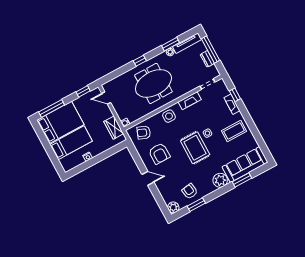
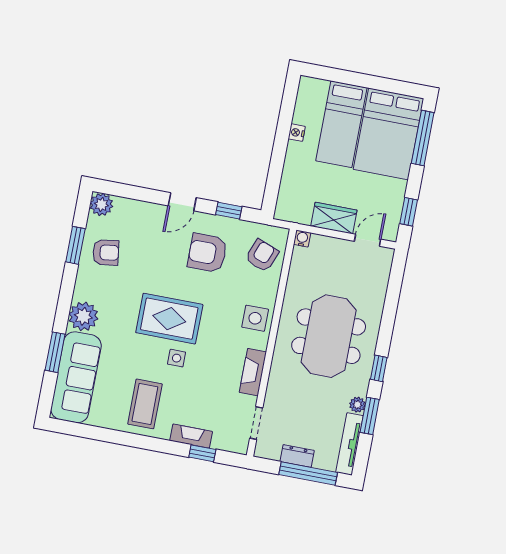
window: (140, 61) -> (379, 368), moved
wardrobe: (114, 128) -> (334, 218), moved
window: (137, 158) -> (229, 211), added

